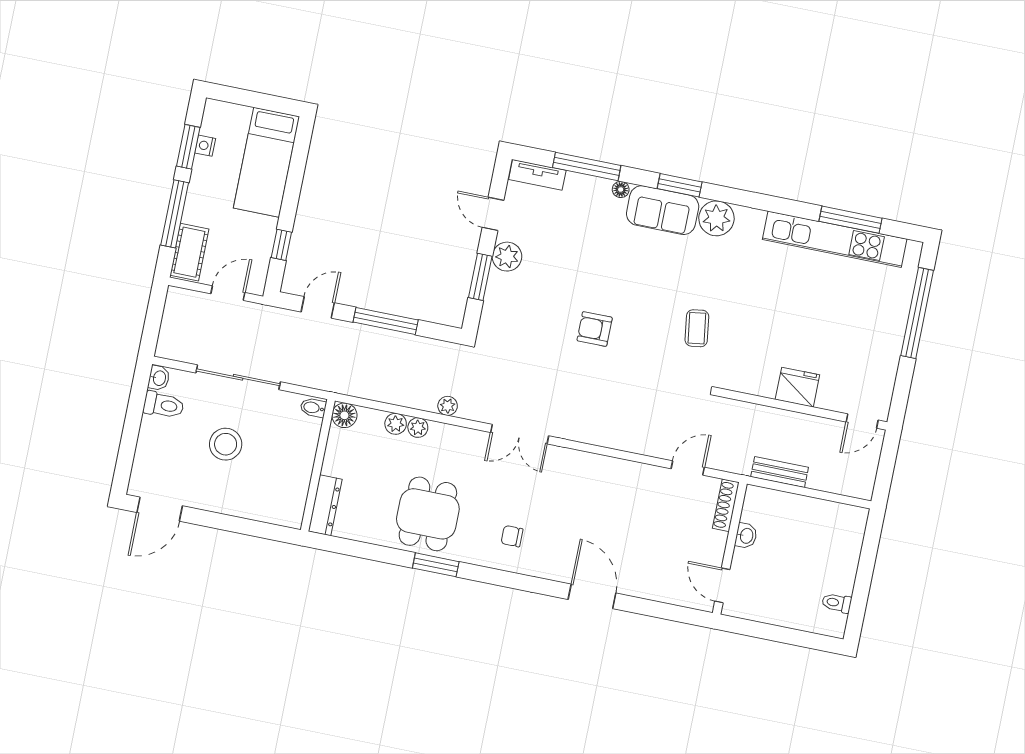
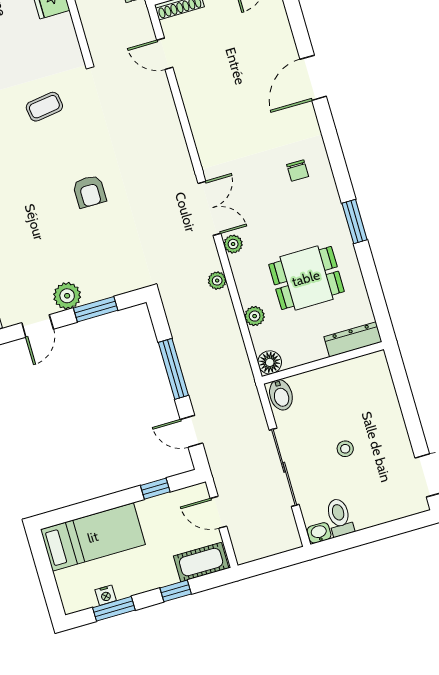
window: (175, 214) -> (176, 591), width x0.46
bidet: (313, 408) -> (281, 395), width x1.38, depth x1.36
plant: (418, 428) -> (233, 244), moved
stool: (226, 444) -> (345, 449), width x0.53, depth x0.53
dining table: (428, 514) -> (306, 278), moved

